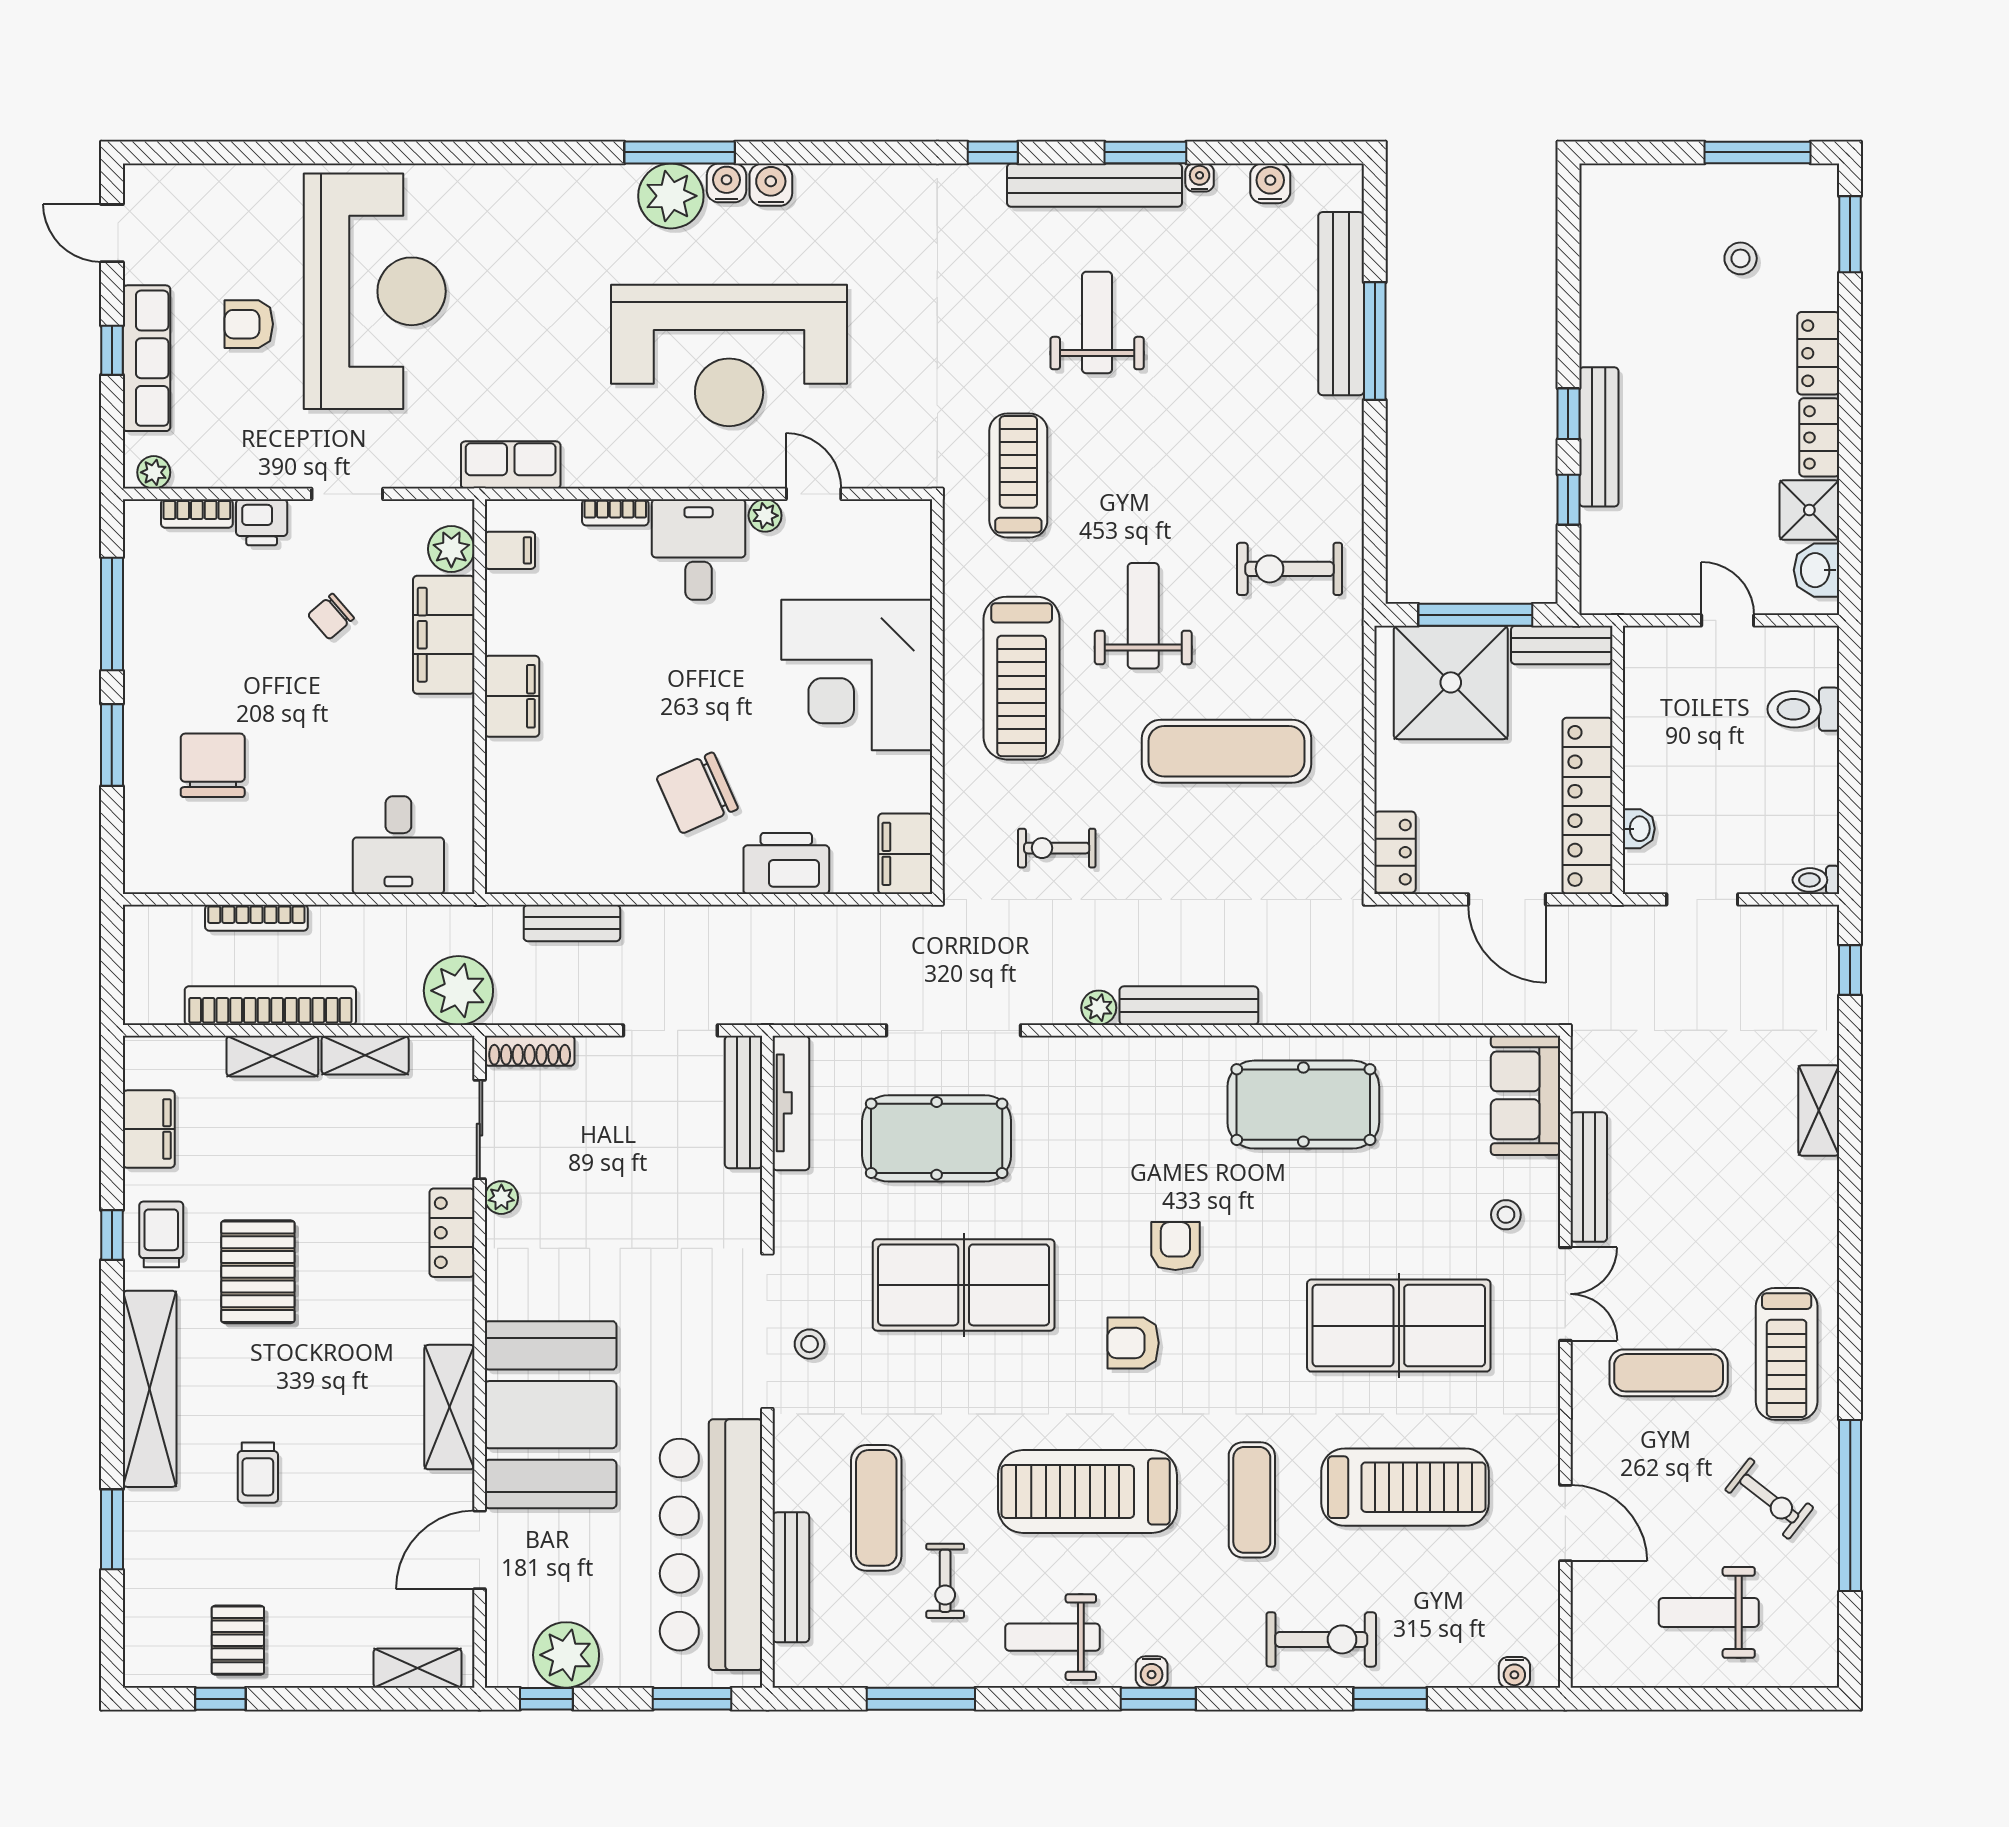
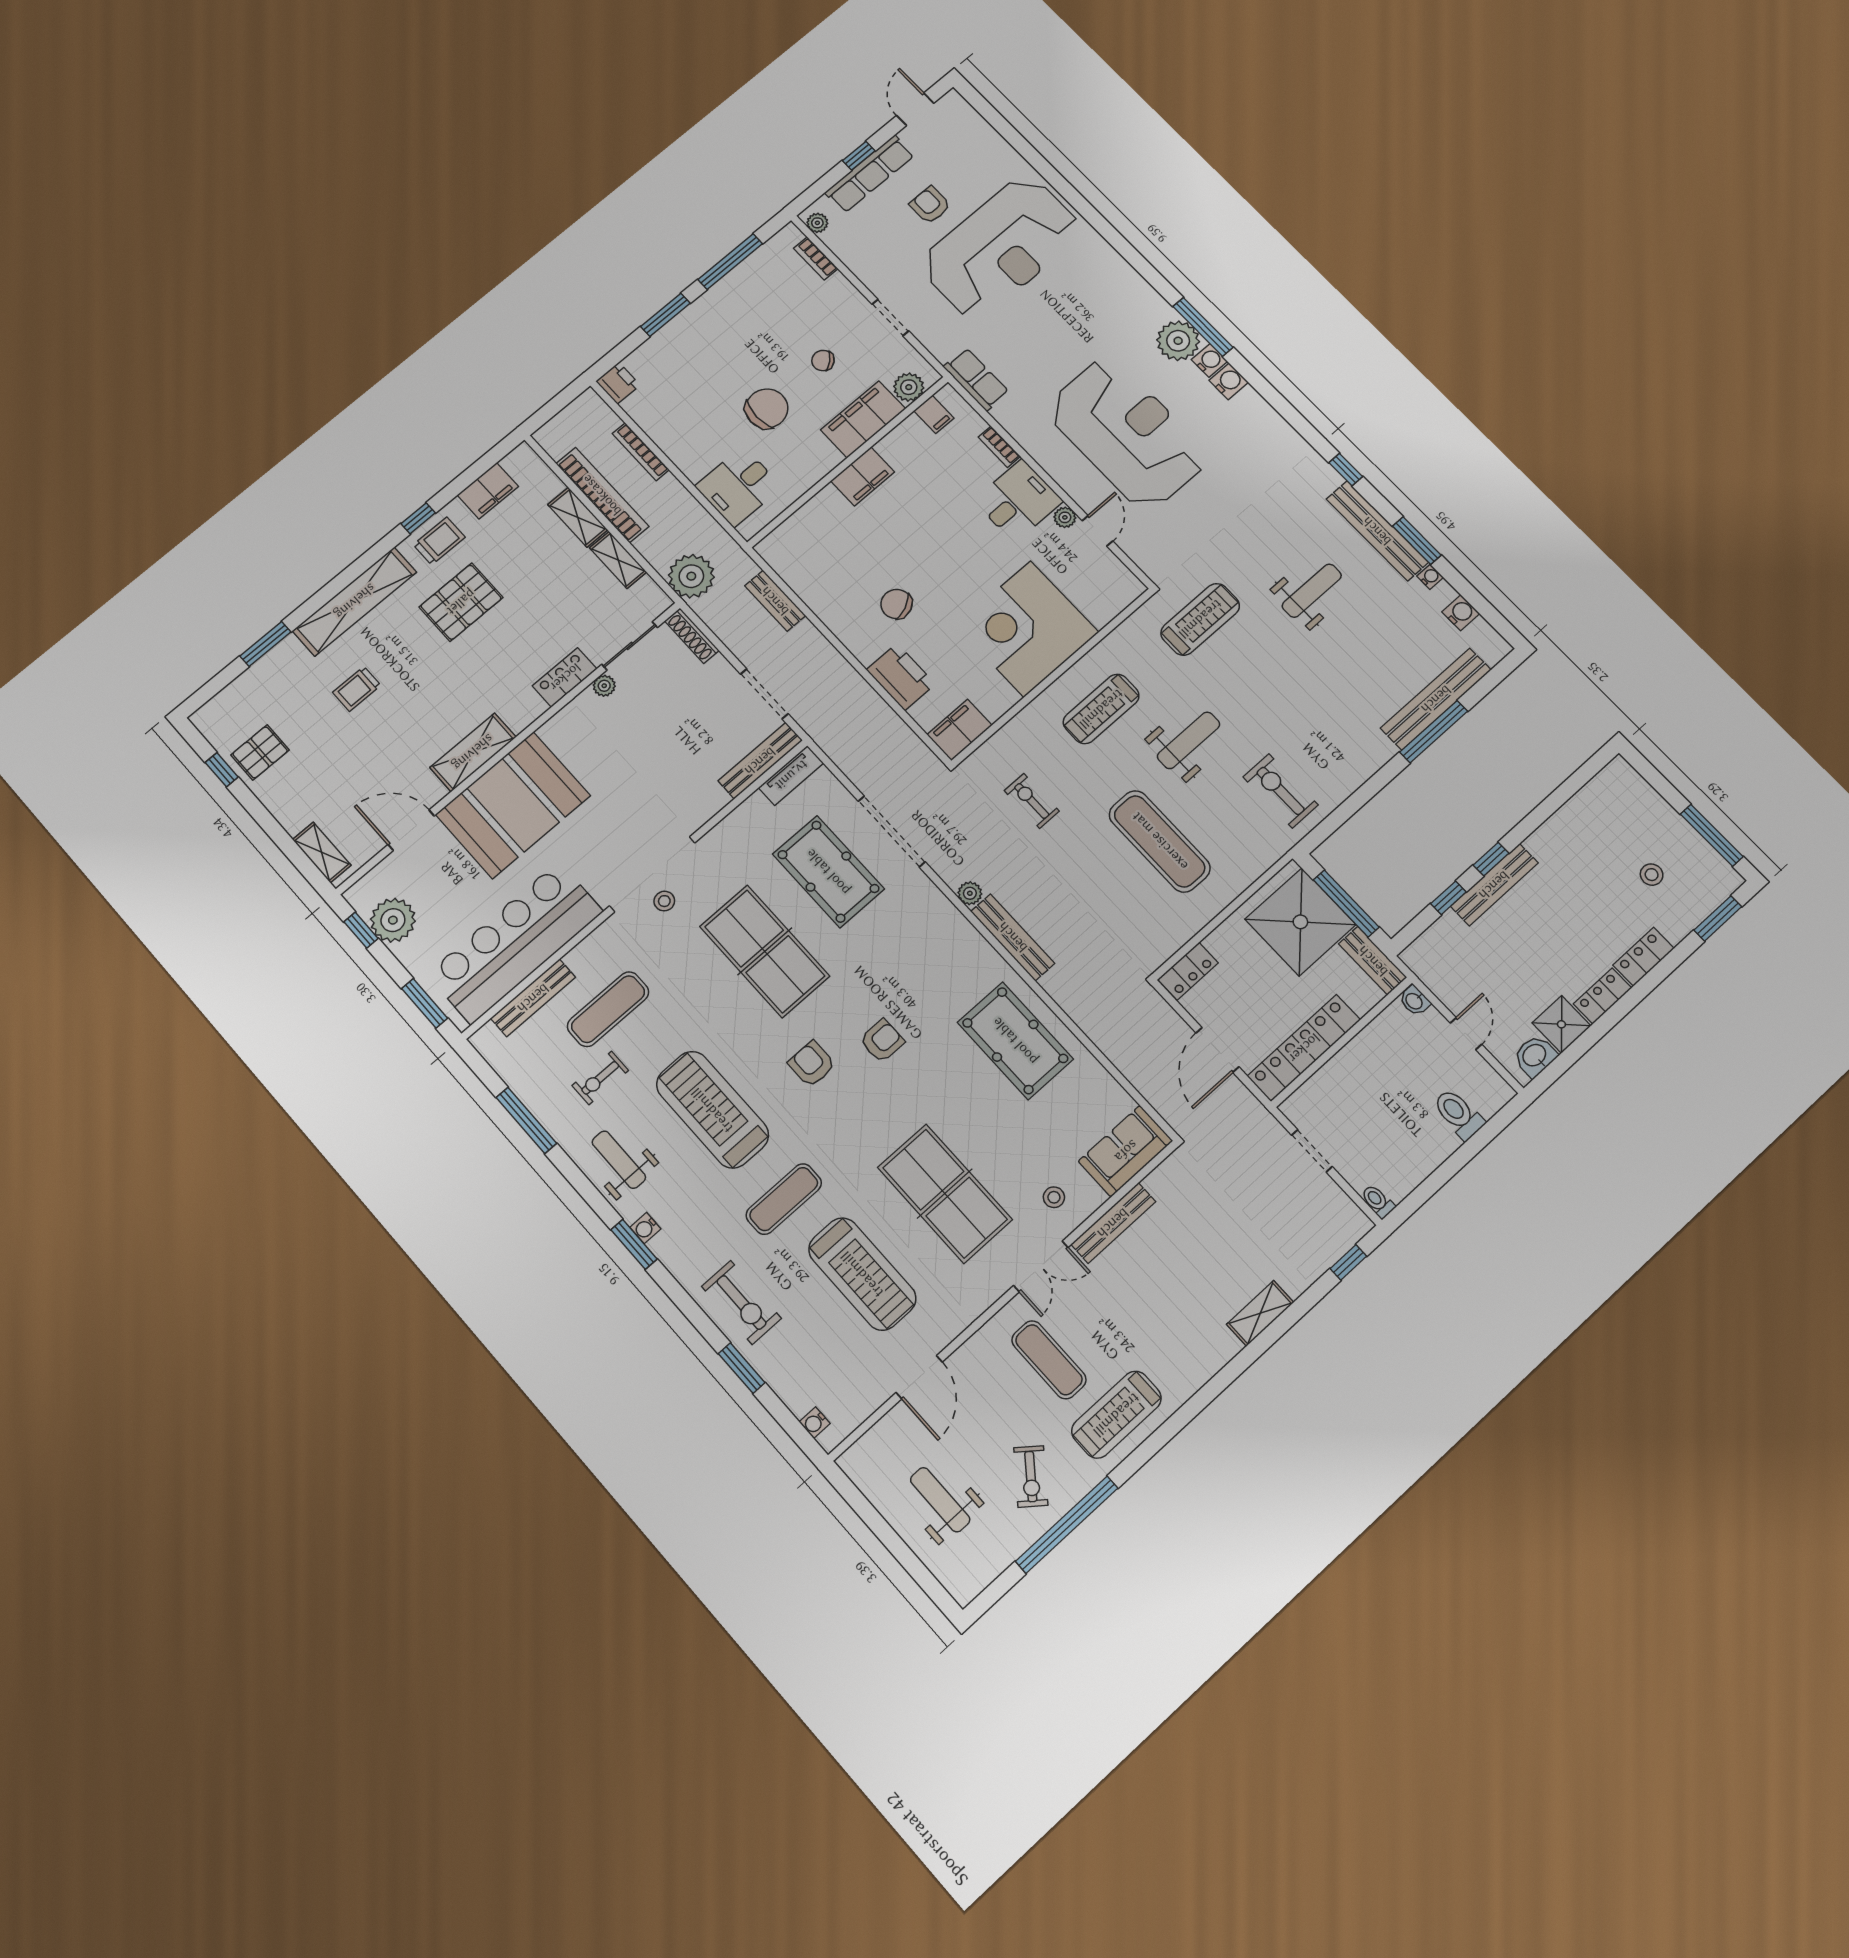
reception desk: (729, 356) -> (1127, 433), turned 180
printer: (262, 522) -> (618, 383), moved, turned 180
treadmill: (1022, 678) -> (1101, 709), width x0.73, depth x0.73
chair: (213, 765) -> (767, 409), moved
chair: (697, 793) -> (896, 604), width x0.73, depth x0.73
washbasin: (1639, 829) -> (1414, 1001), moved, turned 90
tv unit: (791, 1103) -> (791, 775), width x0.71

